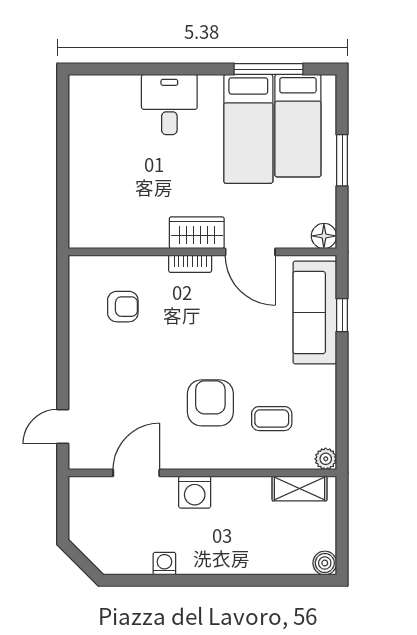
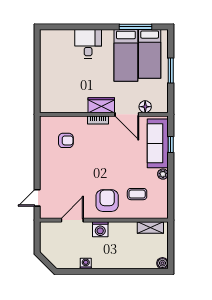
floor lamp: (324, 236) -> (145, 107), moved
armchair: (210, 403) -> (107, 201), moved
plant: (326, 459) -> (163, 174), moved

